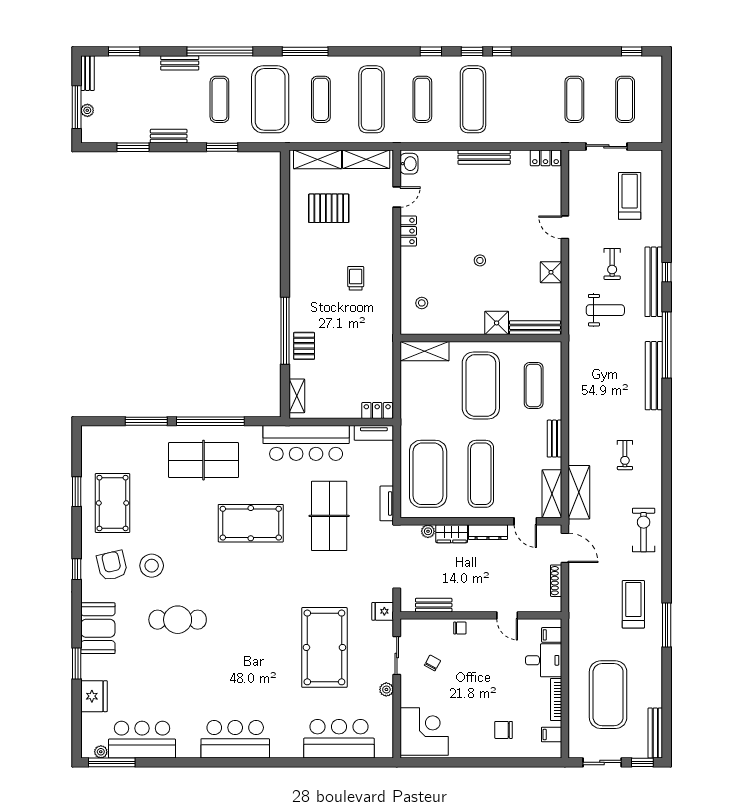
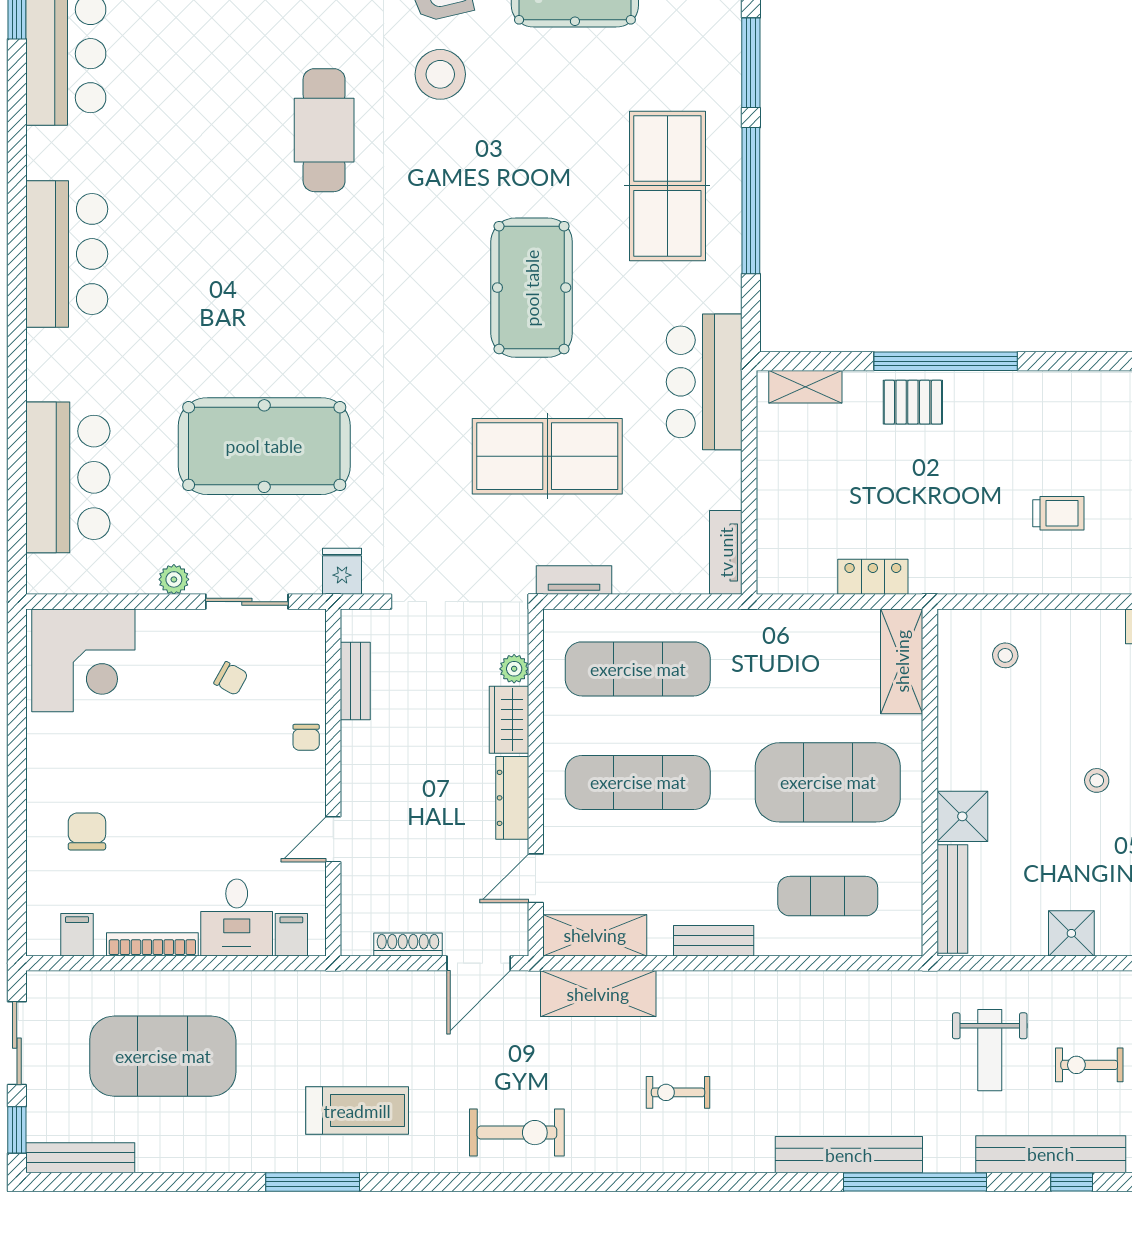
locker: (377, 411) -> (873, 577), moved, turned -90
bar counter: (306, 443) -> (704, 382), width x0.73
exercise mat: (428, 474) -> (638, 669), width x0.68

